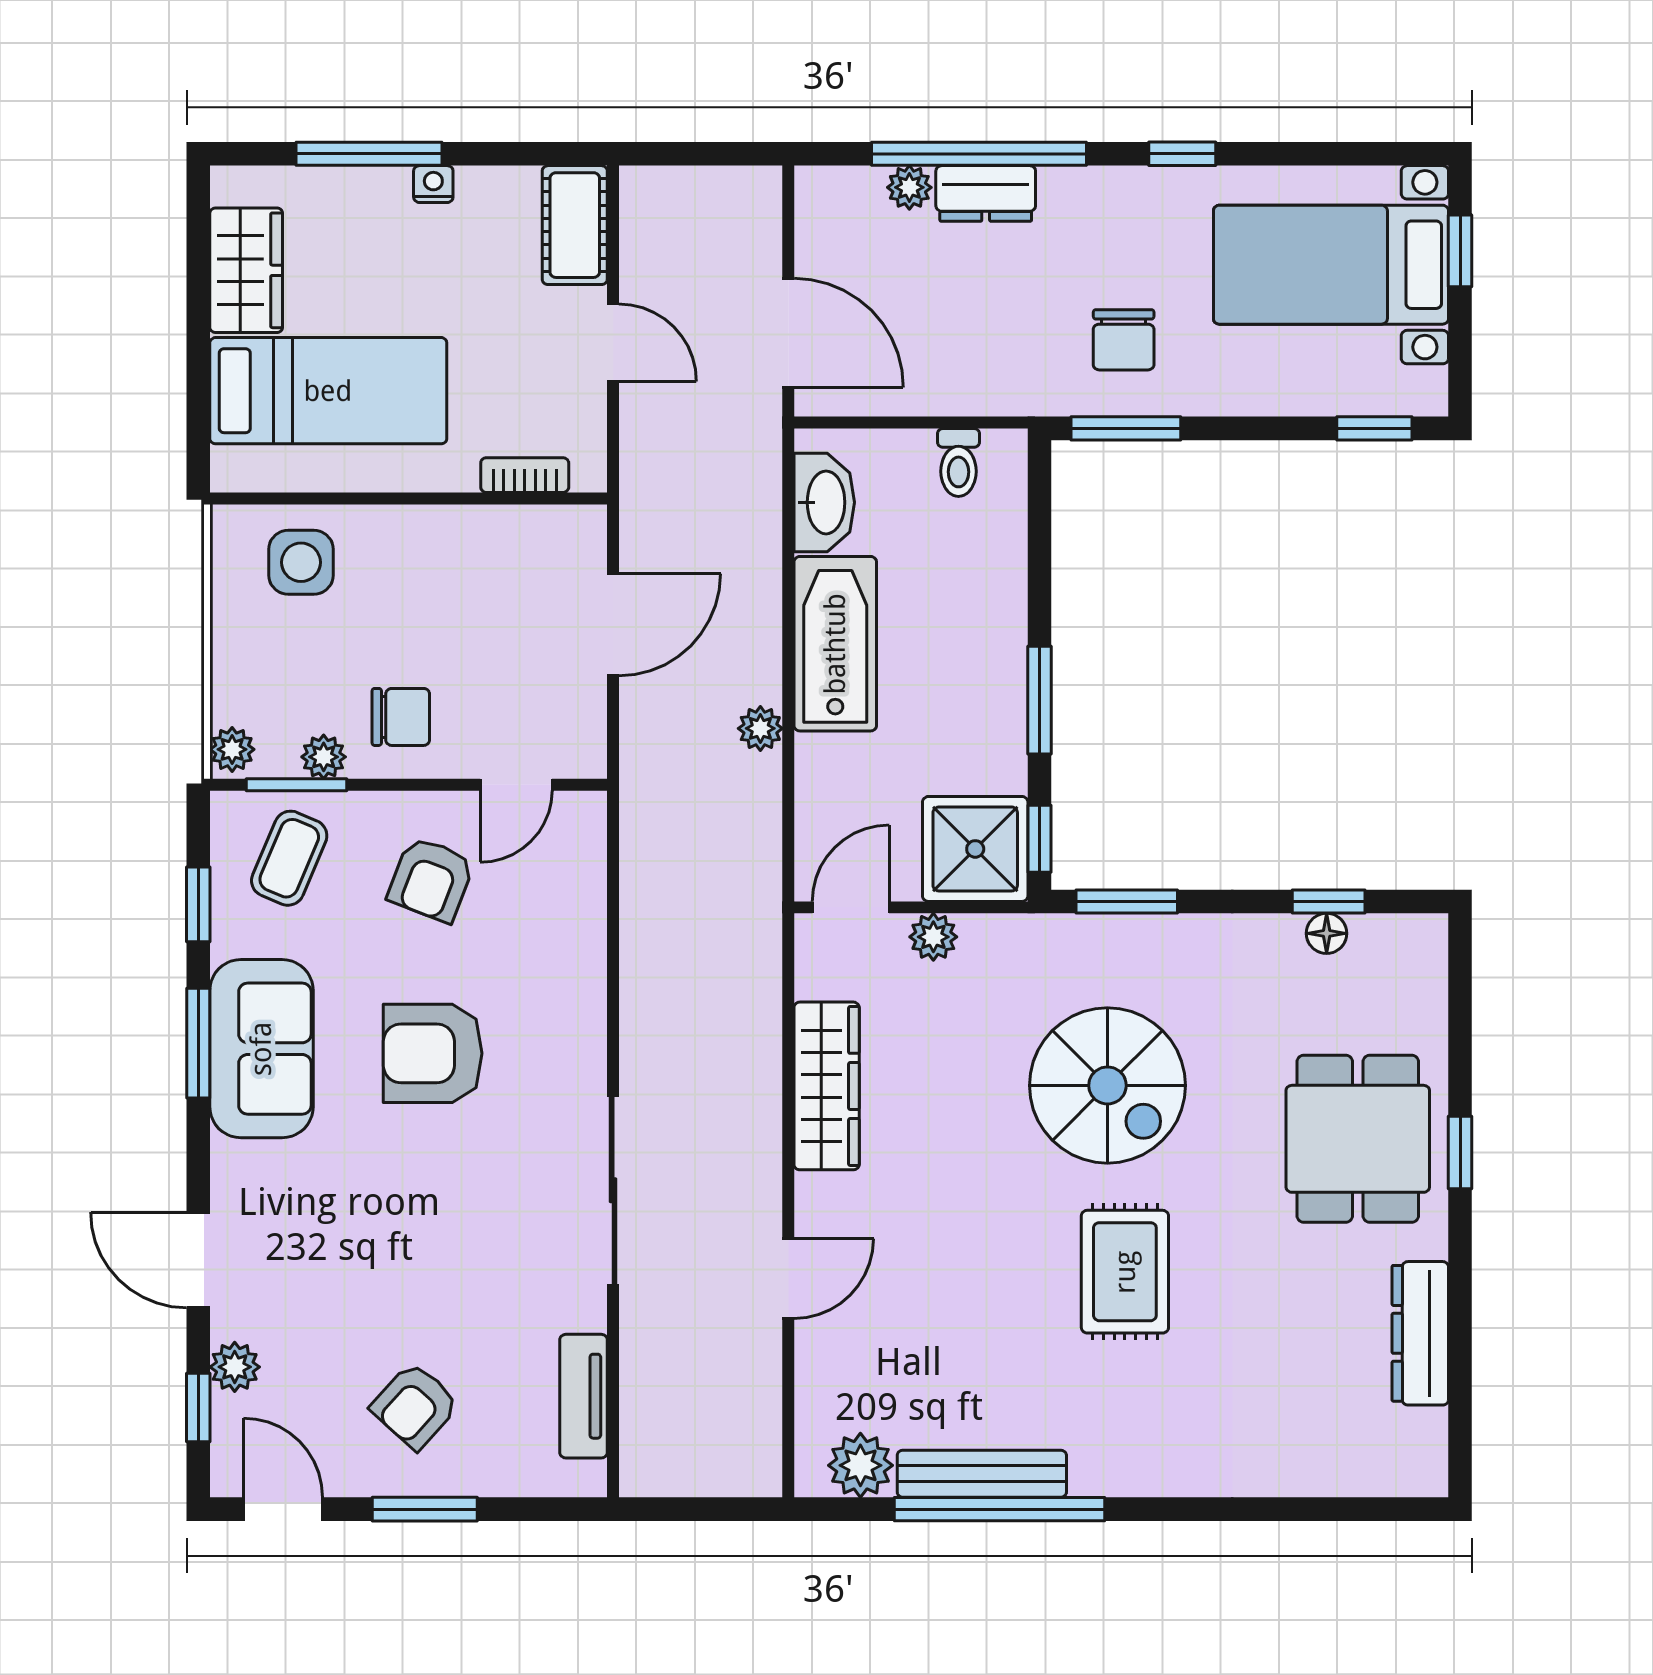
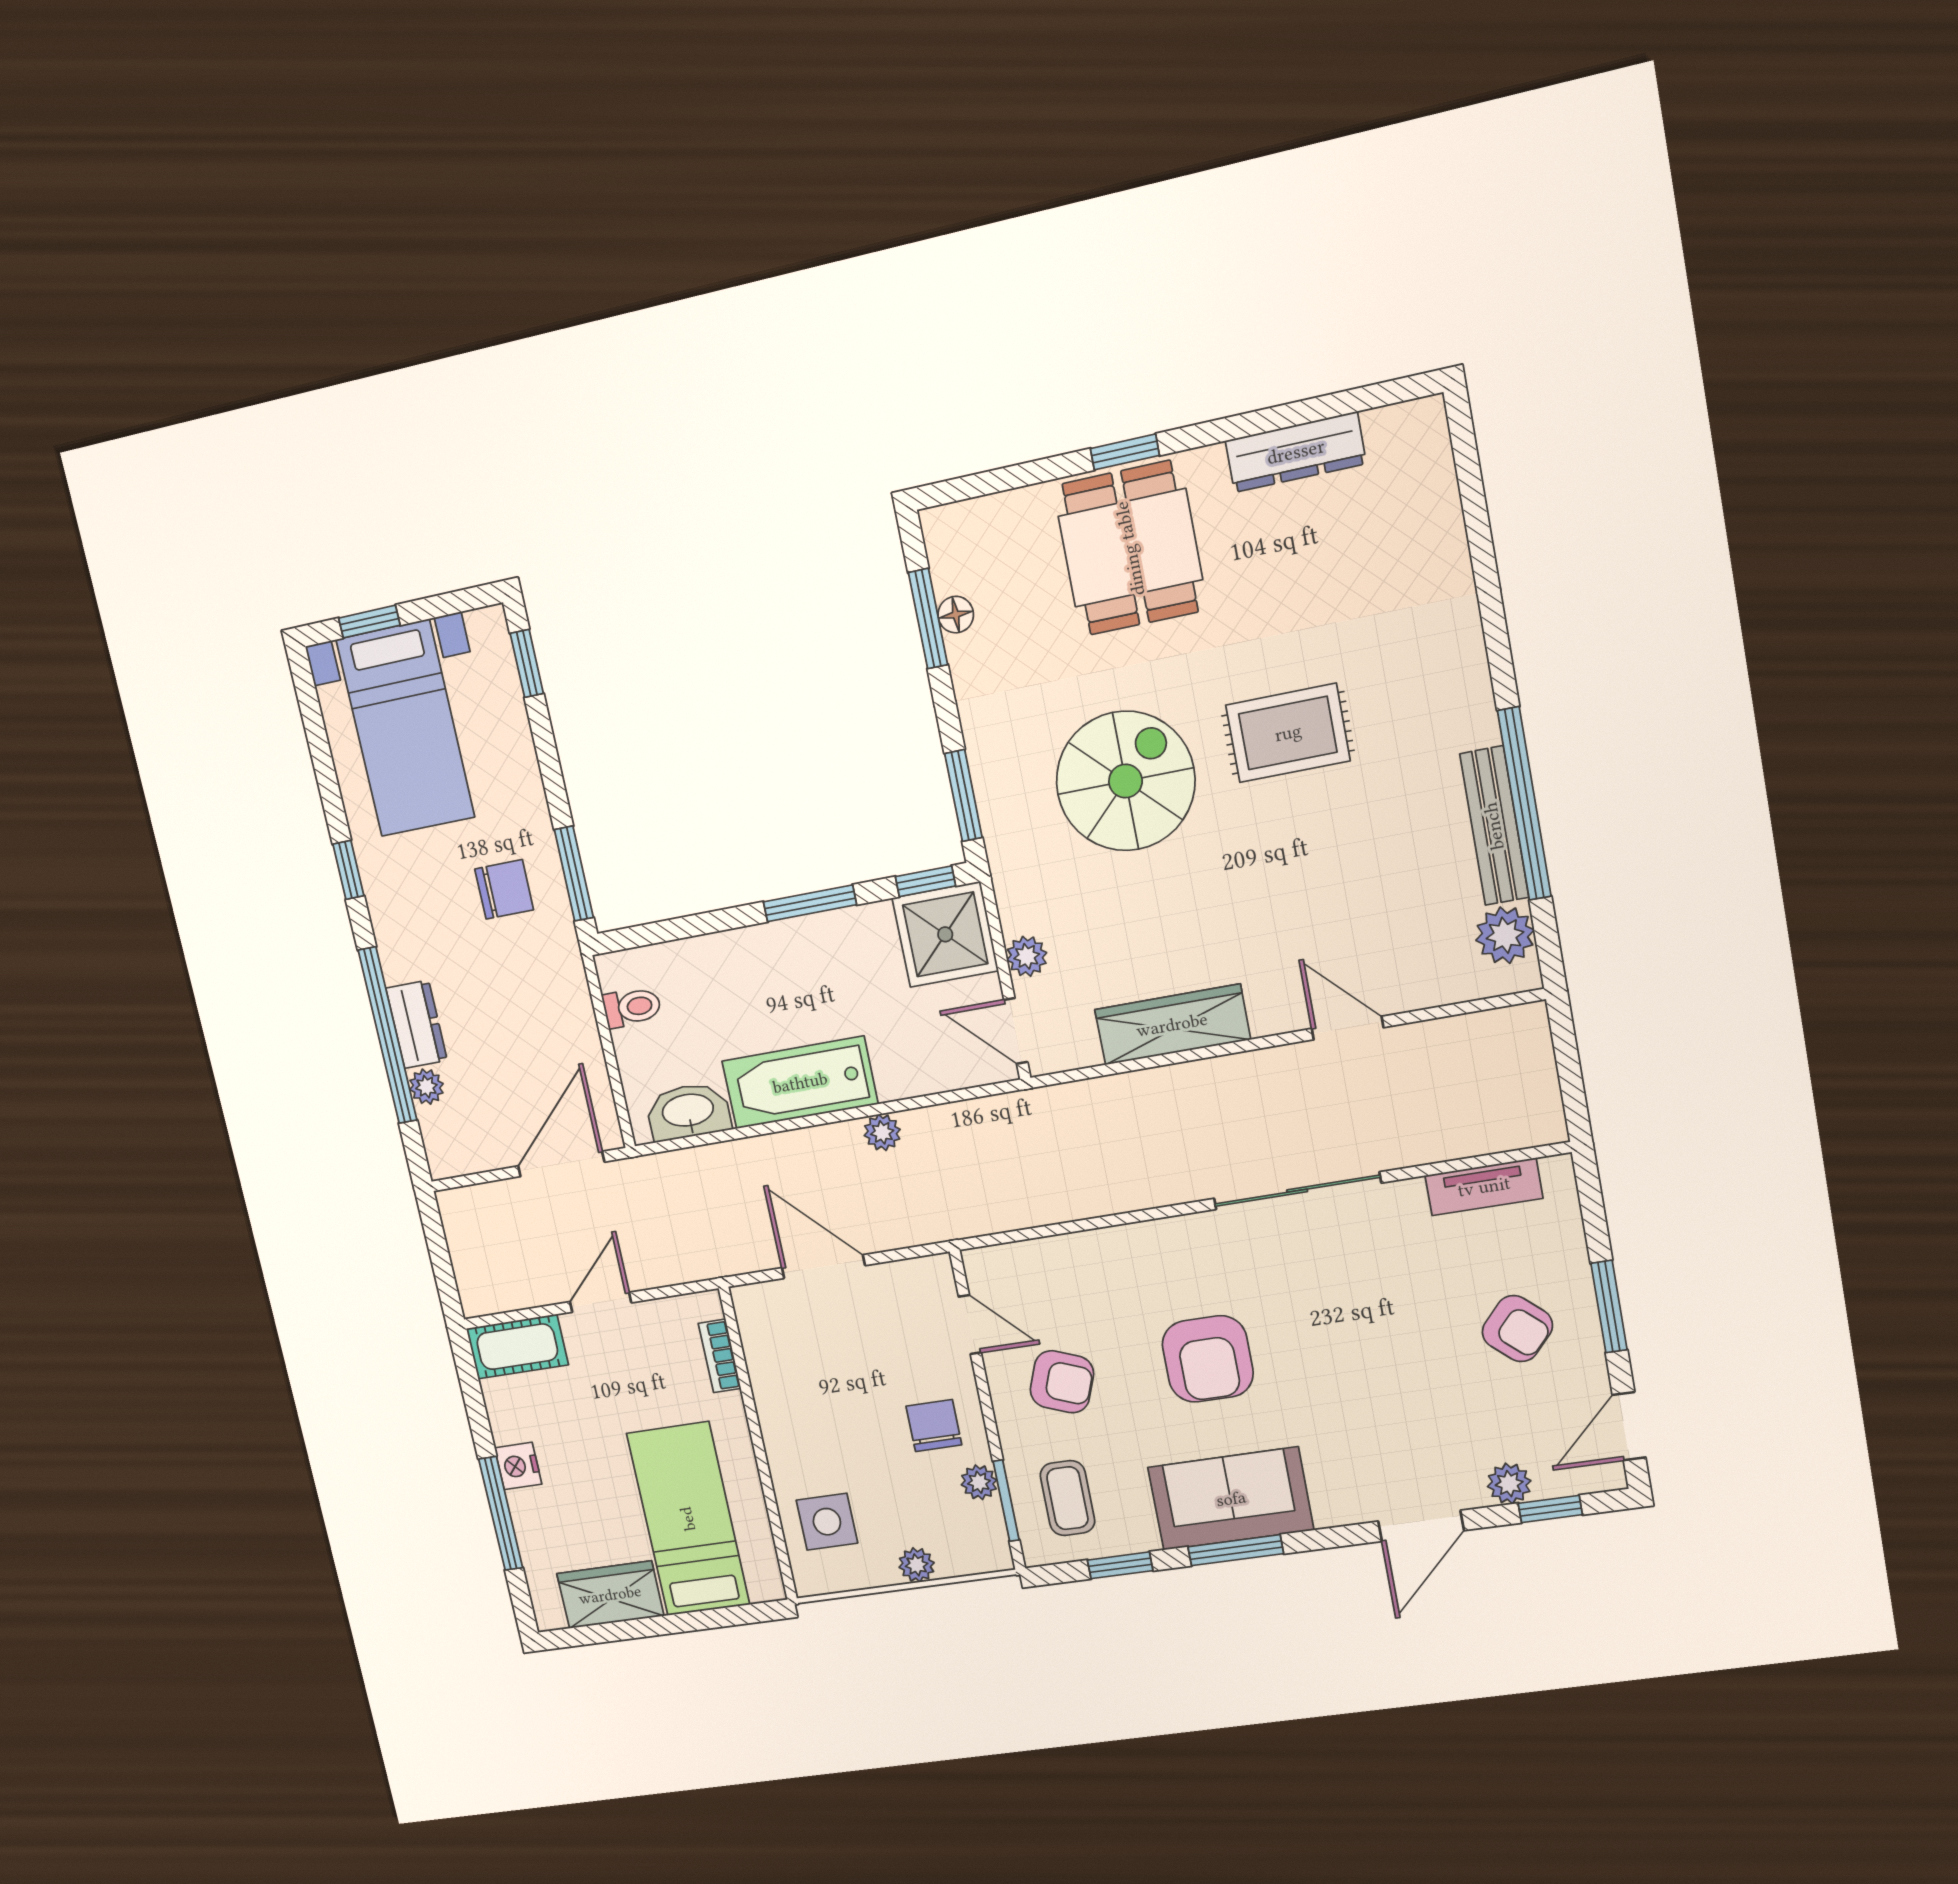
nightstand: (433, 184) -> (518, 1466), width x1.39, depth x1.35
plant: (232, 749) -> (917, 1565), moved
coffee table: (289, 858) -> (1067, 1498), turned 67
window: (1329, 902) -> (928, 619), width x1.50
dining table: (1358, 1139) -> (1130, 548), turned 90

